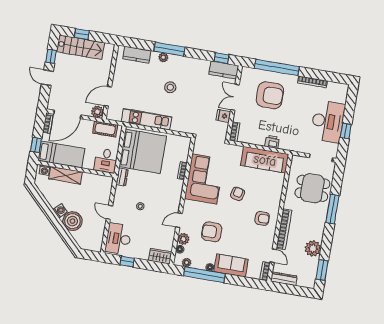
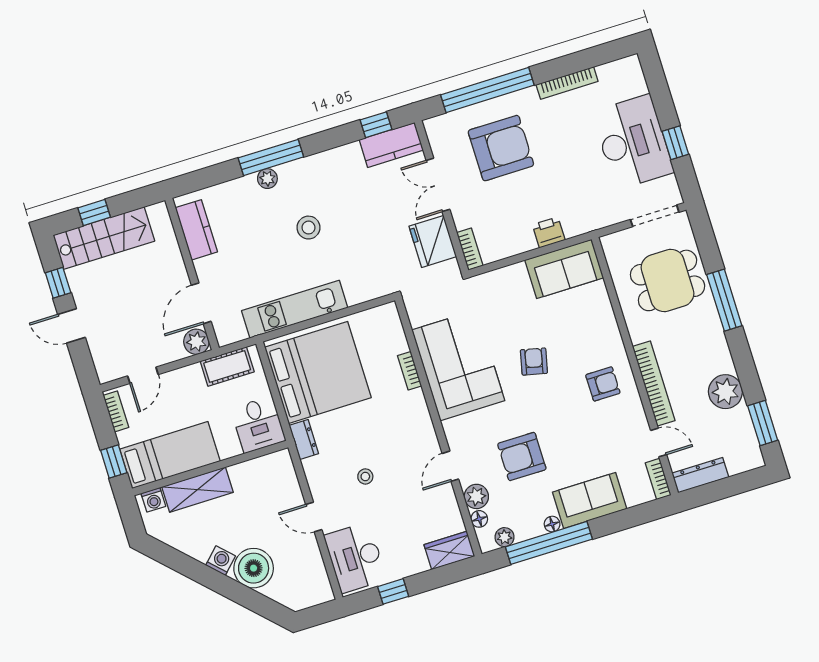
kitchen counter: (137, 55) -> (196, 230), moved, turned -90
door: (67, 114) -> (143, 375), width x0.53
fridge: (223, 116) -> (433, 241), width x1.88, depth x1.34
sofa: (265, 160) -> (564, 269), width x0.73

